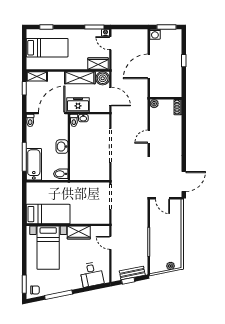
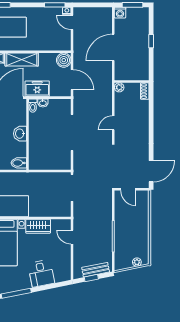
wardrobe: (98, 64) -> (59, 44), removed
shelving: (80, 78) -> (22, 60), moved
desk: (92, 274) -> (41, 273), moved

